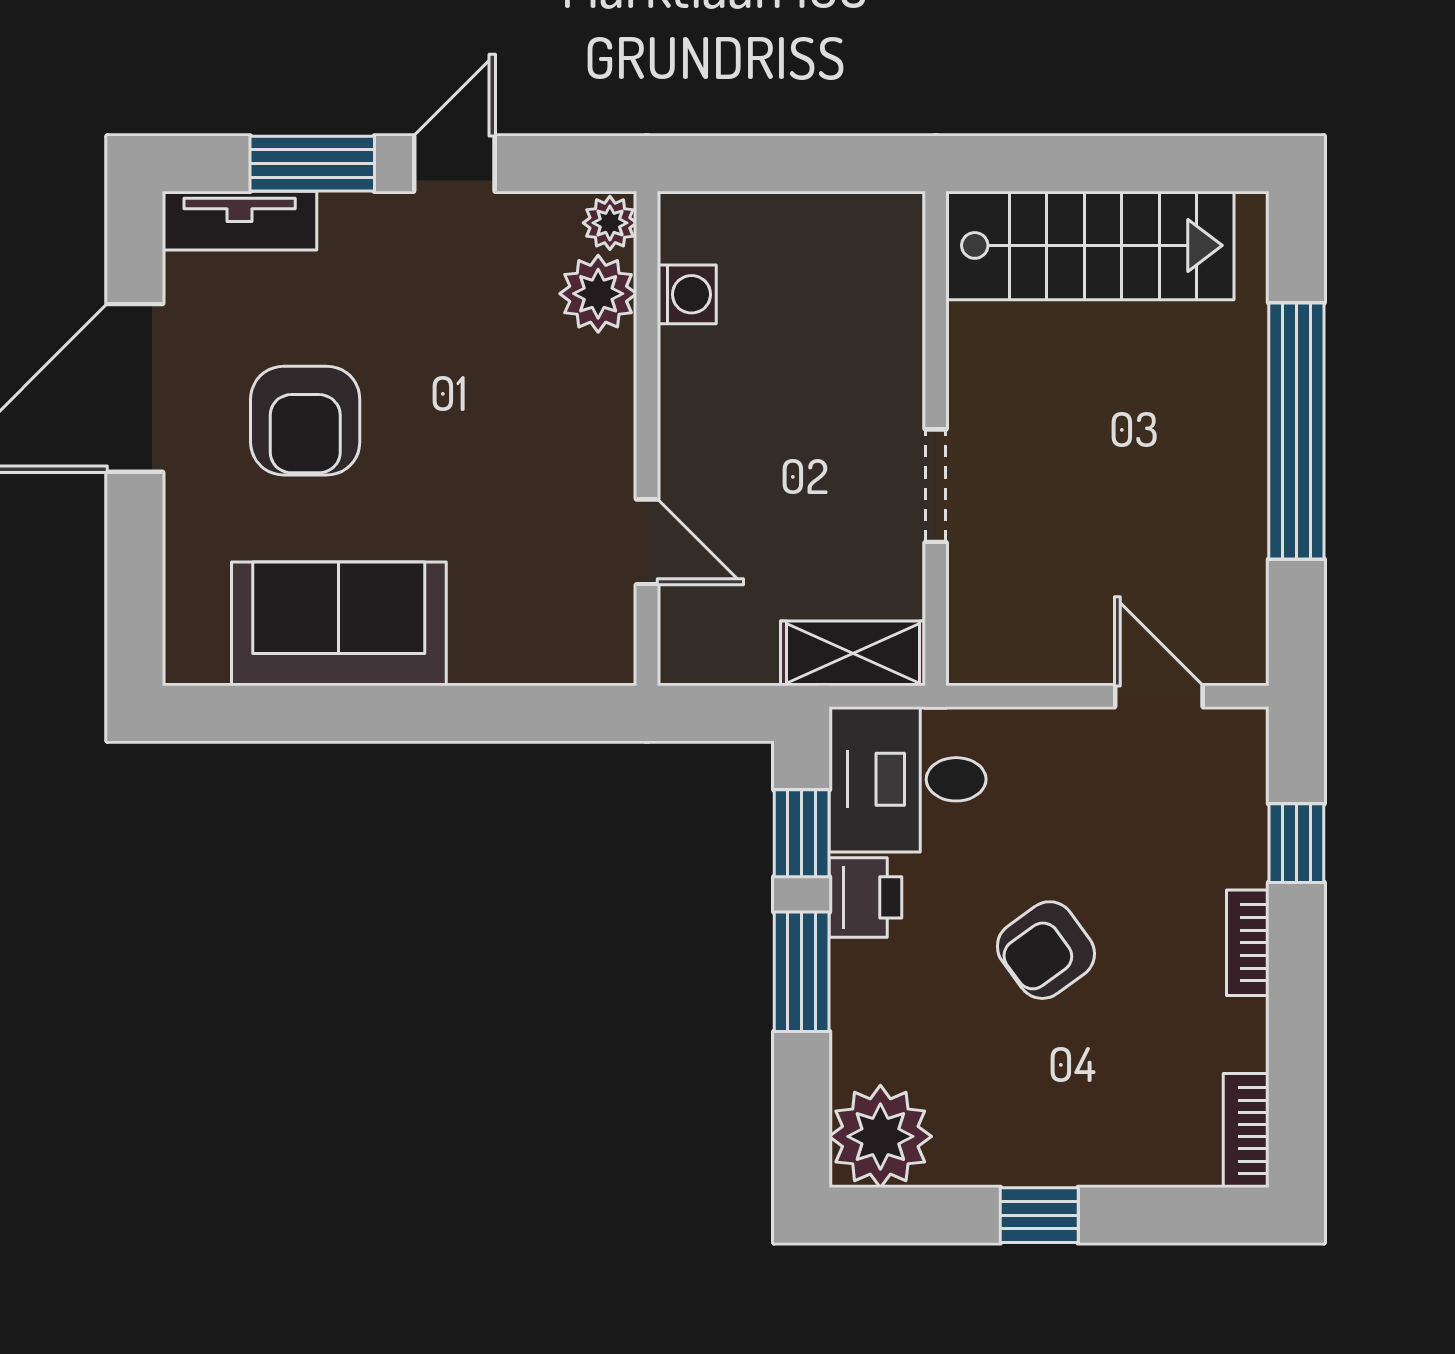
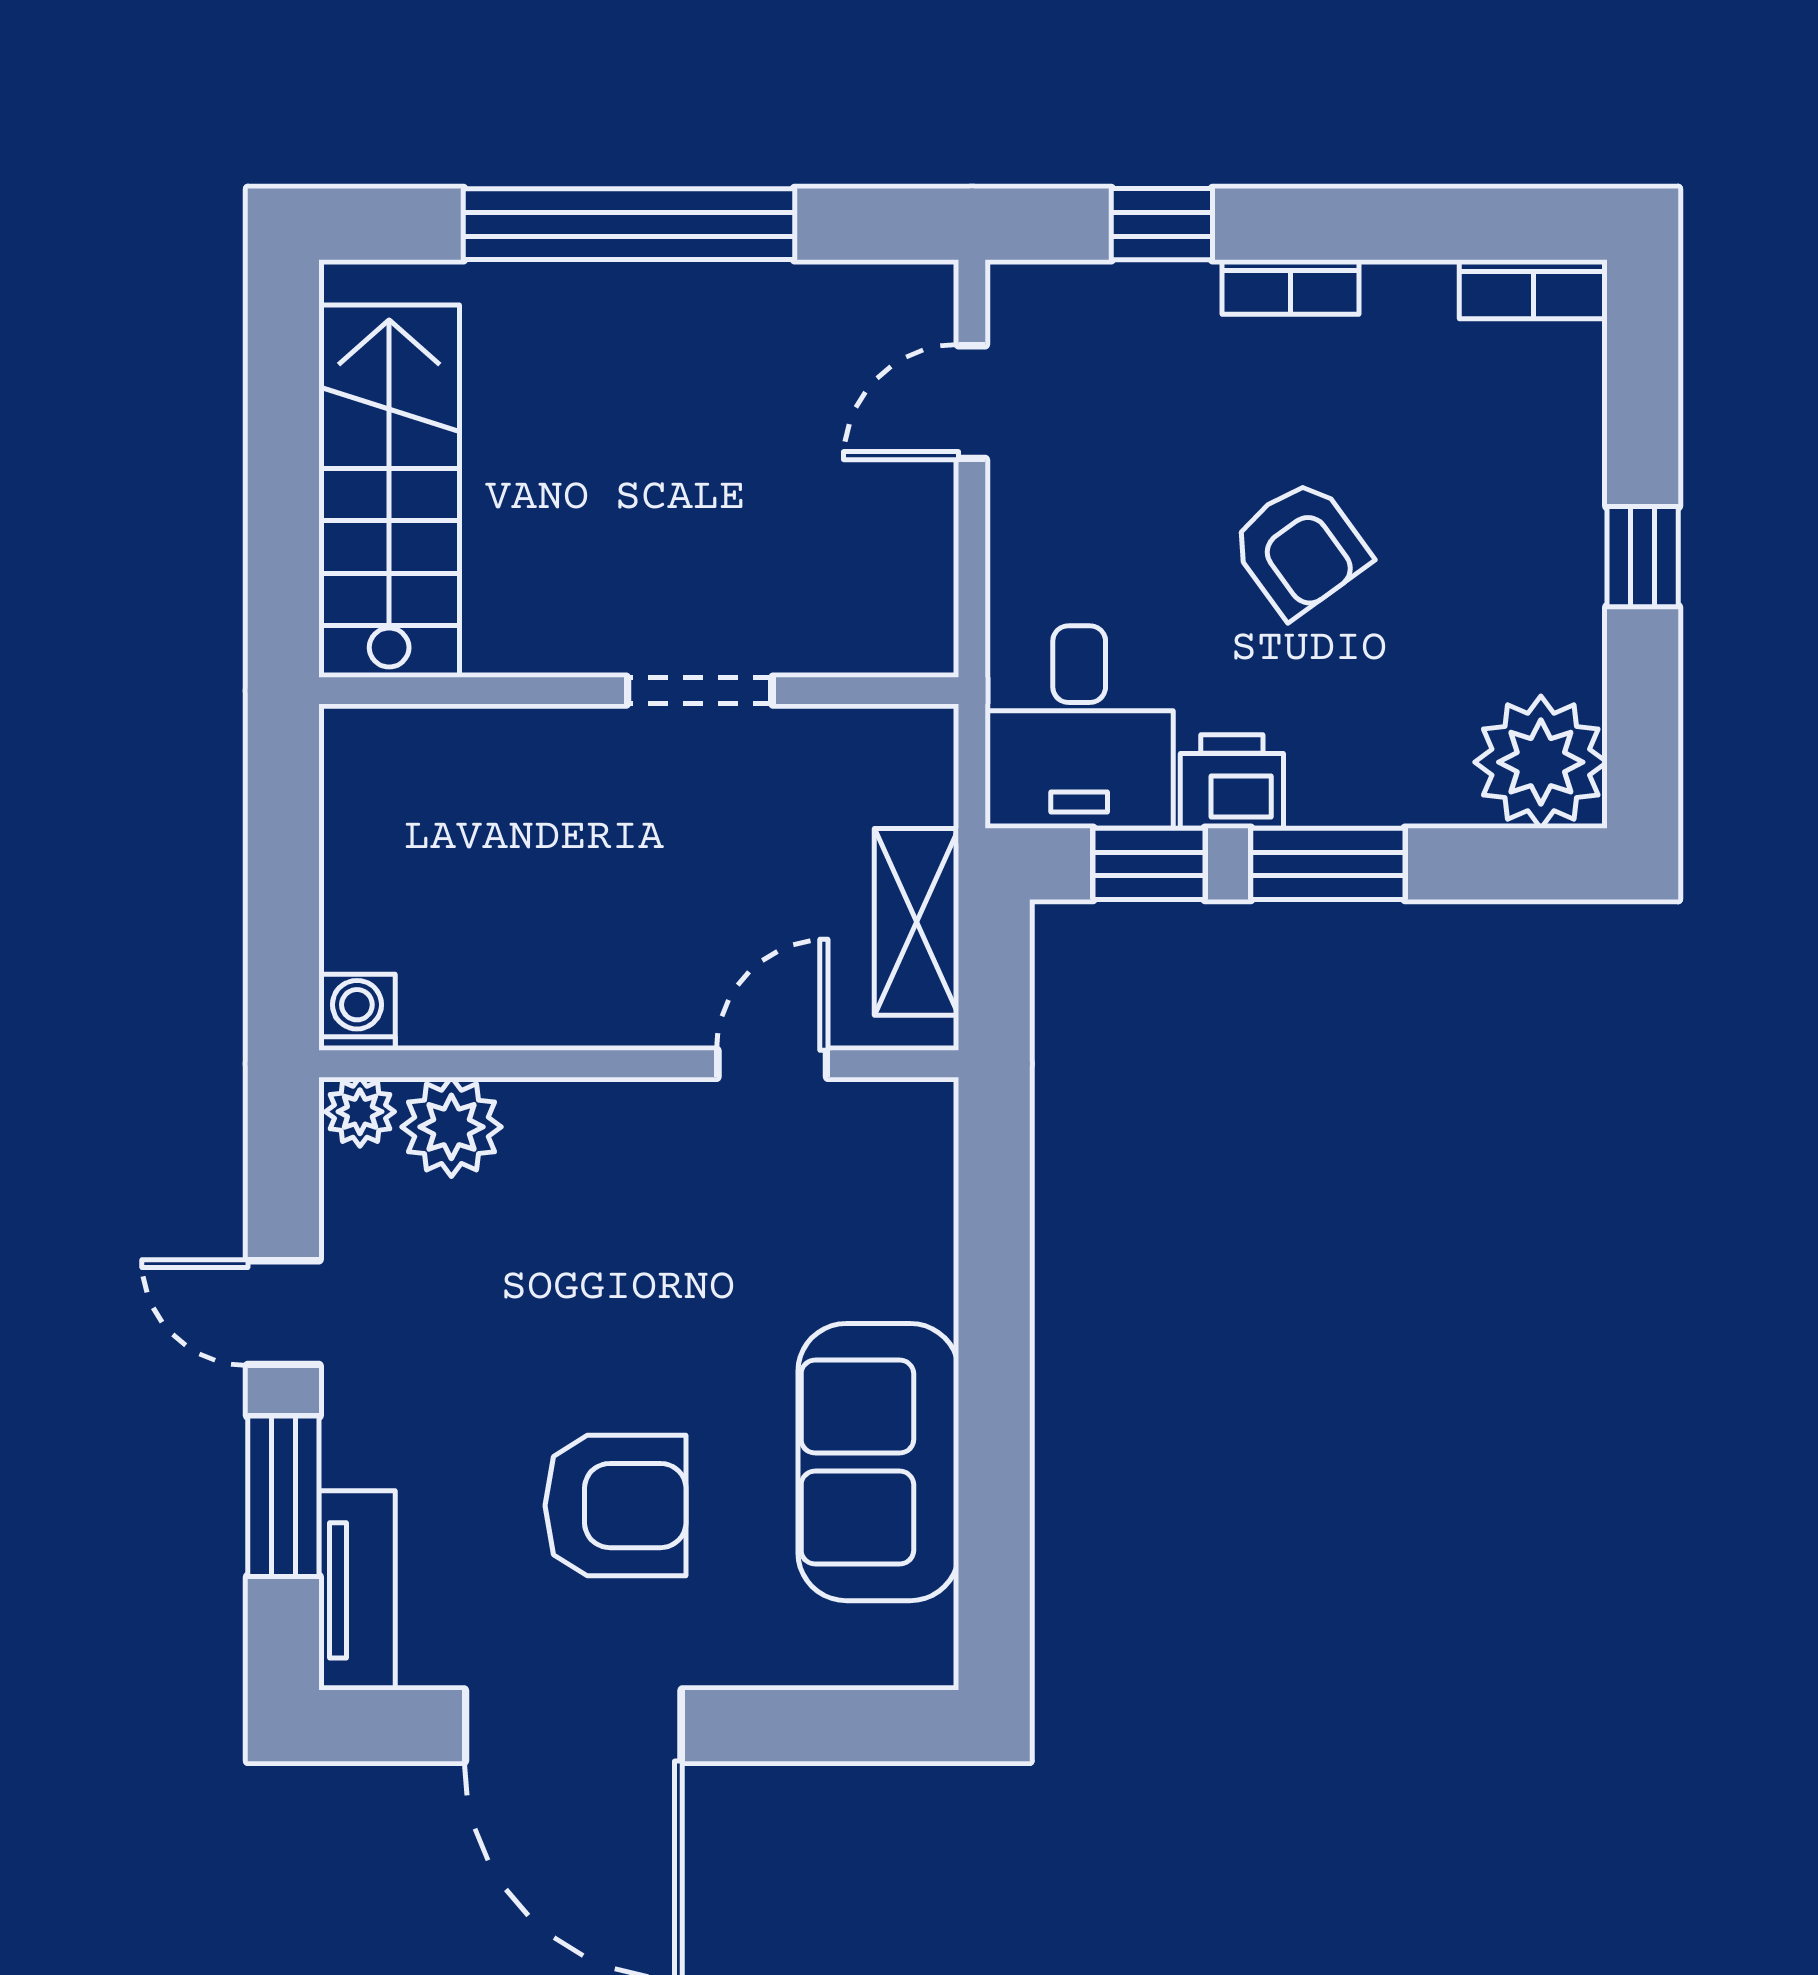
washing machine: (687, 294) -> (357, 1012), moved
shelving: (853, 653) -> (916, 922), moved

